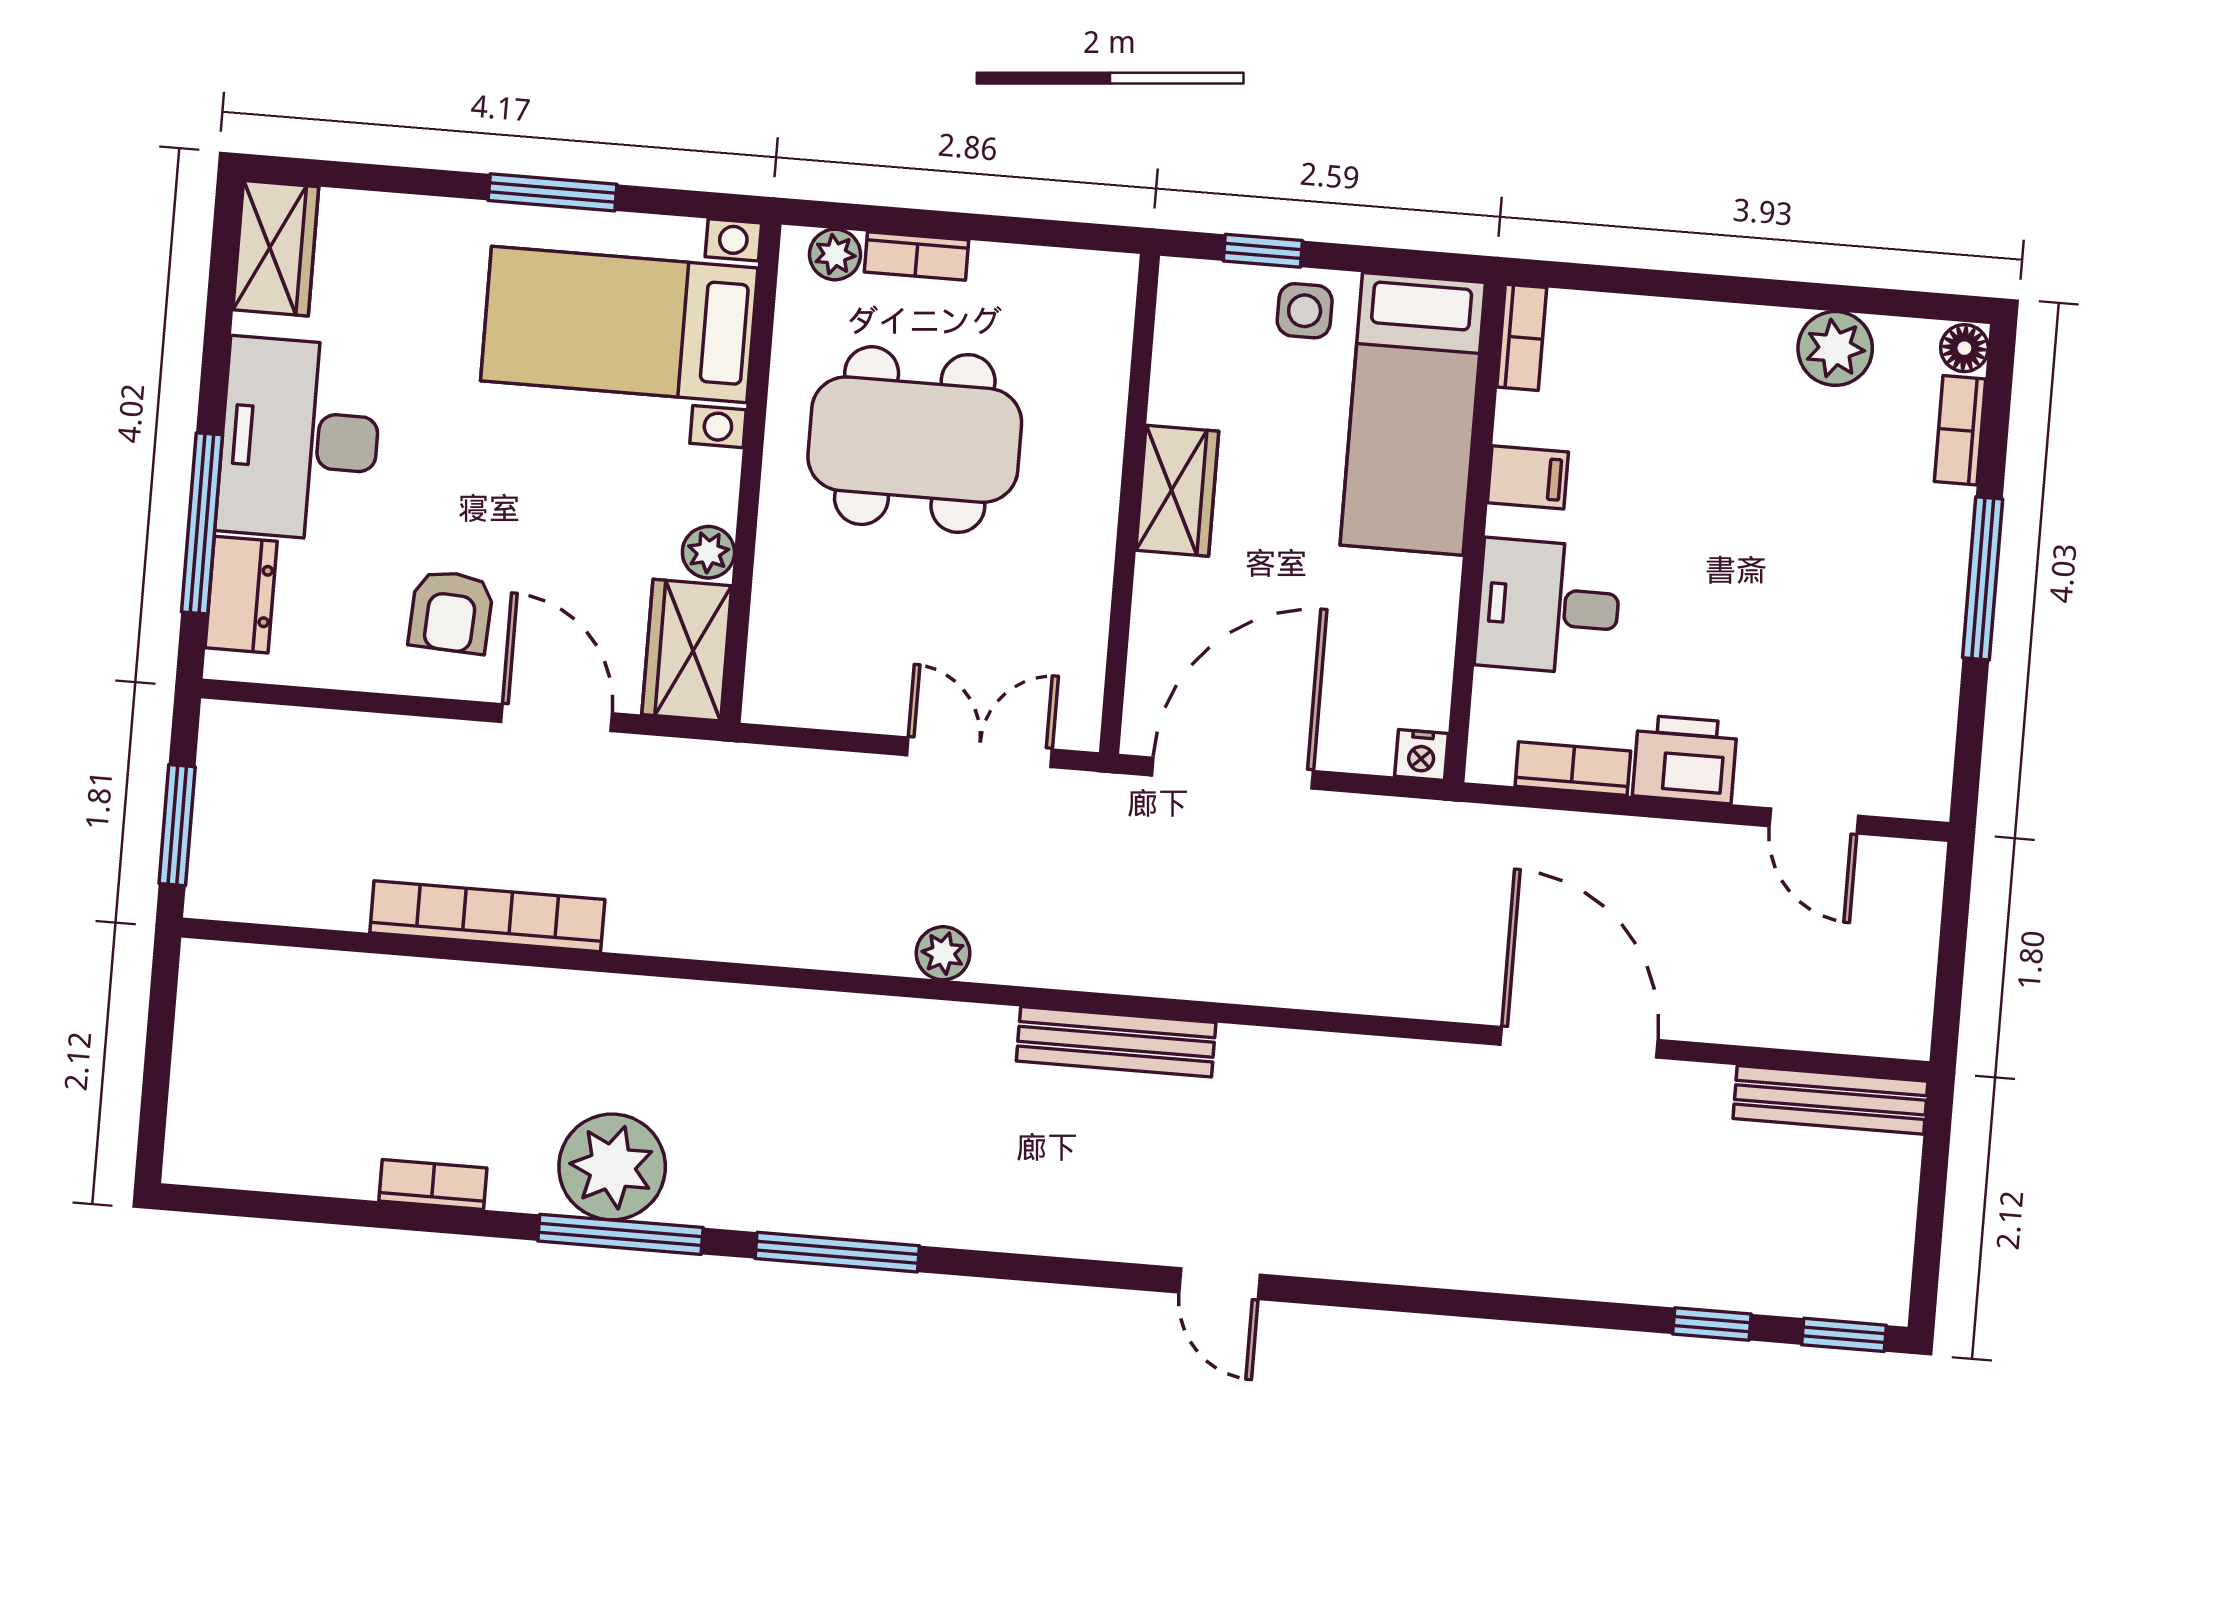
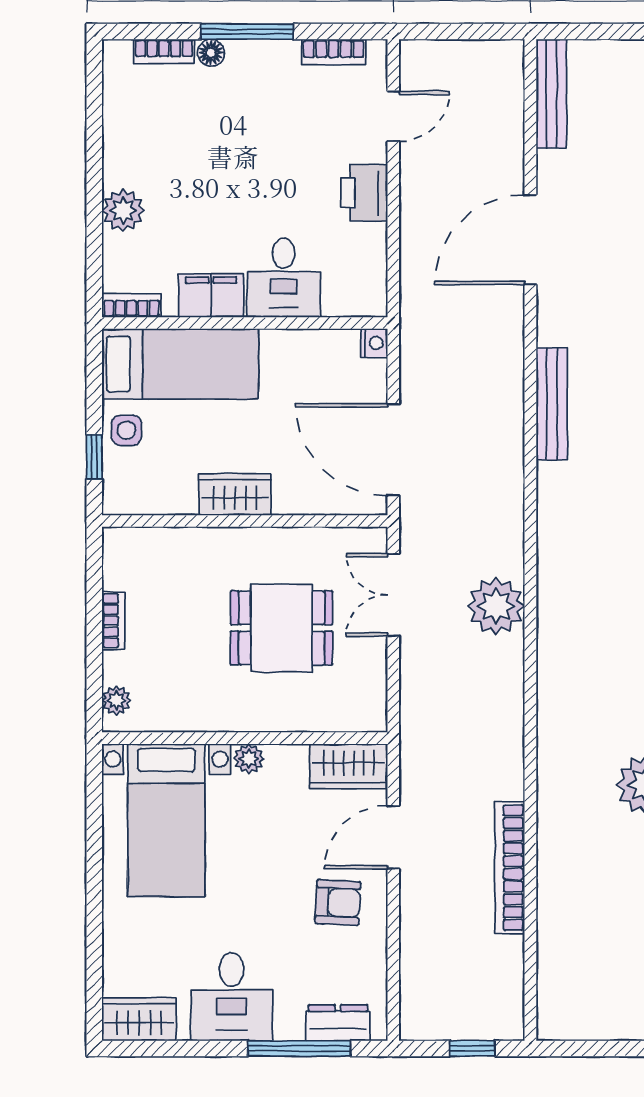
window: (553, 192) -> (94, 864), removed
bookcase: (917, 256) -> (113, 621), moved
plant: (1835, 348) -> (123, 210), moved
floor lamp: (1964, 348) -> (211, 53), moved
desk: (300, 439) -> (232, 997), width x0.73
dining table: (915, 440) -> (282, 628), moved, width x0.73
filing cabinet: (1528, 477) -> (211, 295), width x2.00
plant: (708, 552) -> (249, 759), moved
bookcase: (1573, 769) -> (334, 52), moved, turned -90
window: (177, 825) -> (472, 1049), width x0.67
plant: (943, 953) -> (496, 606), width x1.88, depth x1.88
bench: (1116, 1042) -> (552, 404), moved

